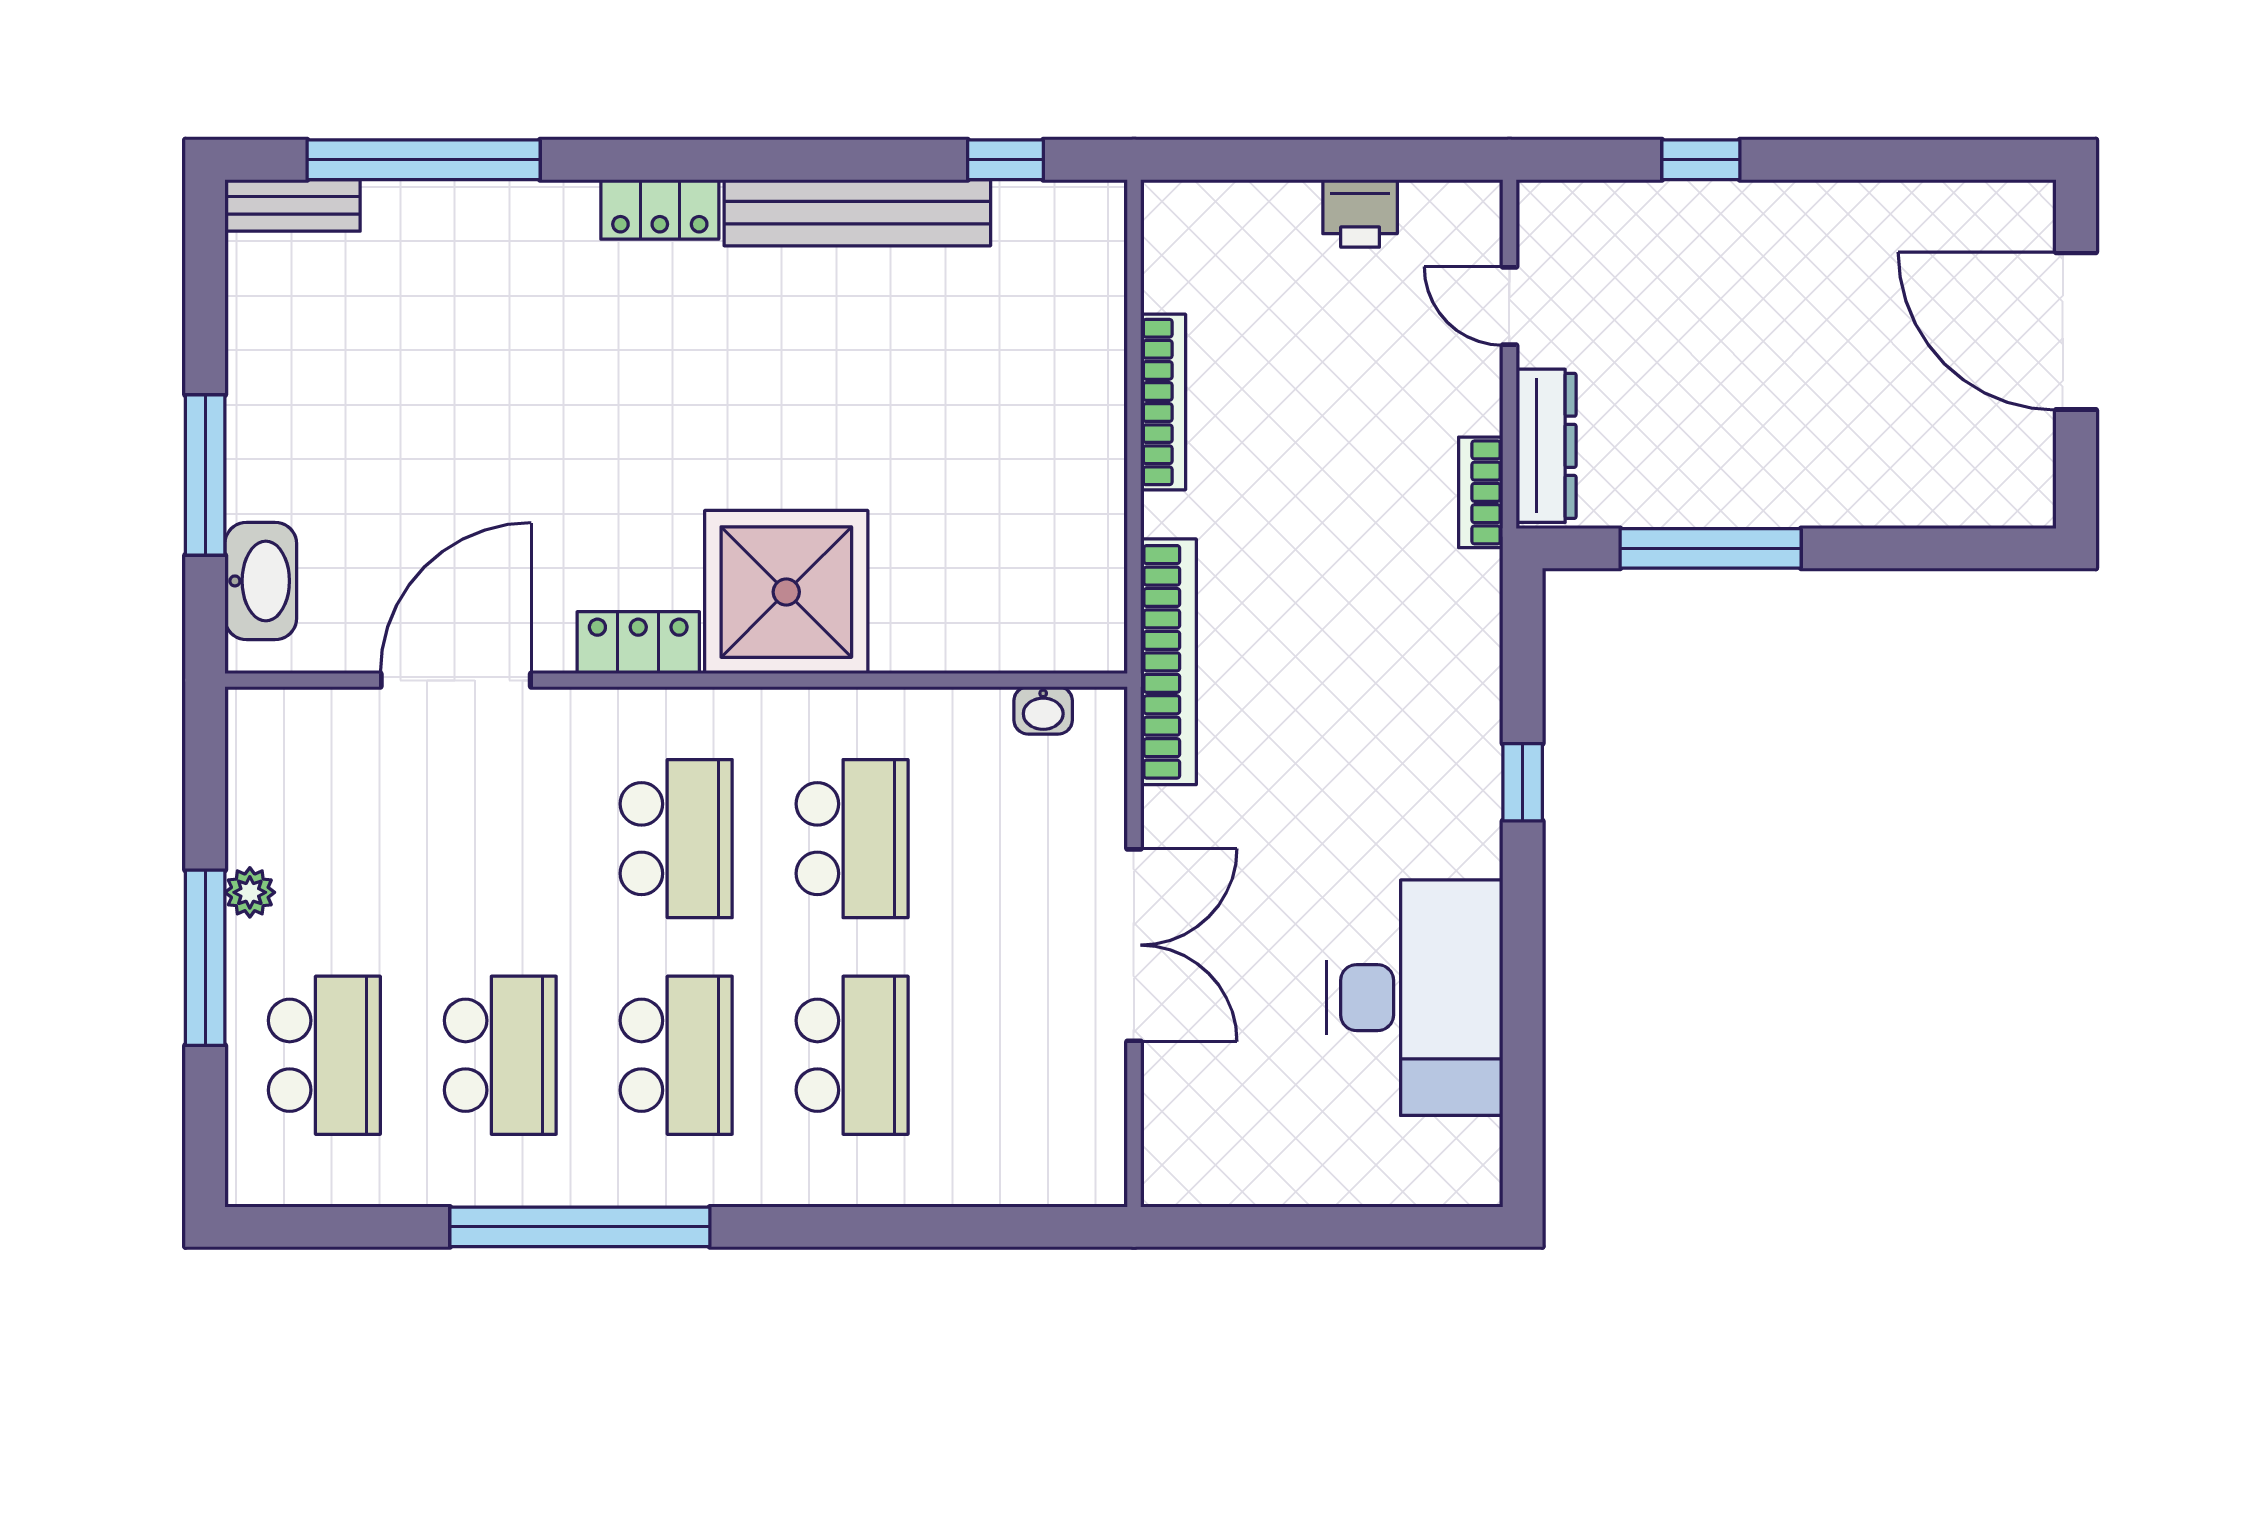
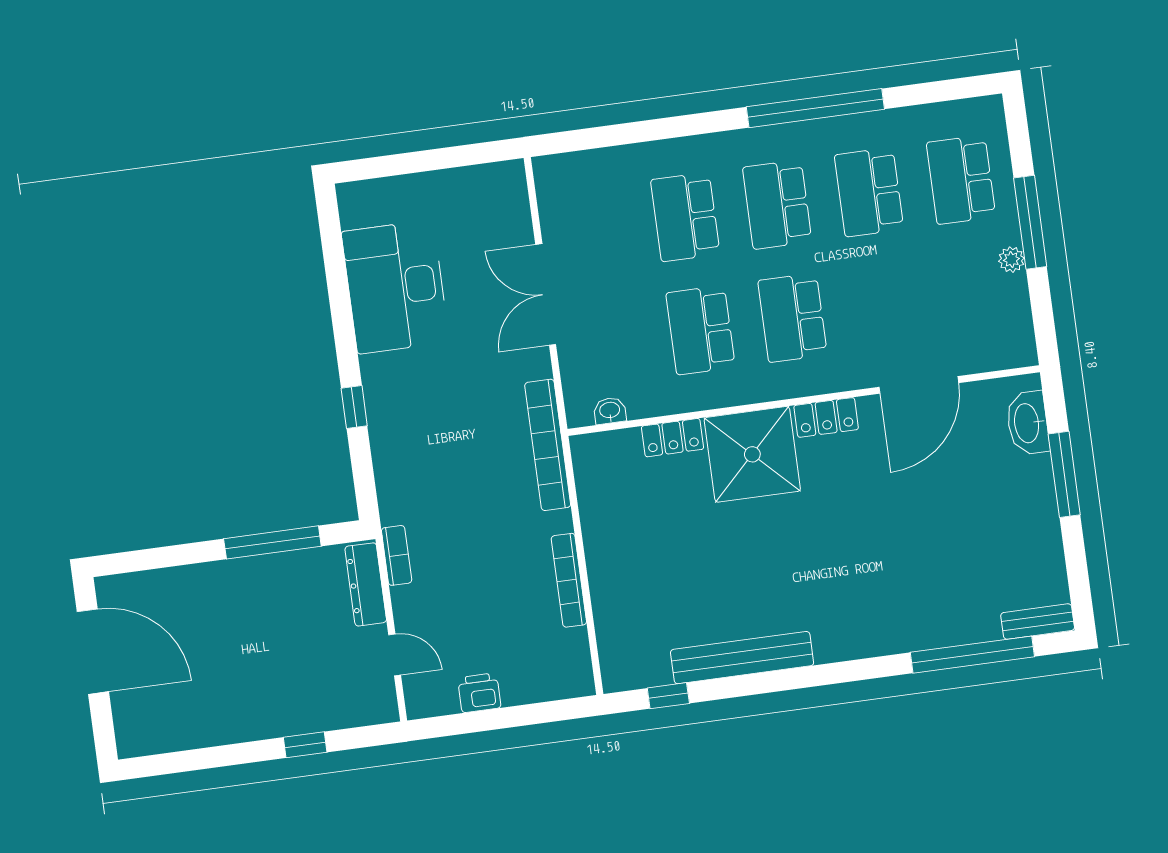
locker: (660, 209) -> (672, 438), moved, turned 180
door: (2076, 331) -> (93, 652), moved

